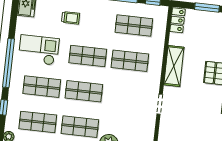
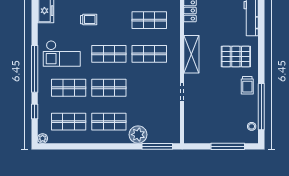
checkout: (39, 50) -> (62, 53), turned 180

